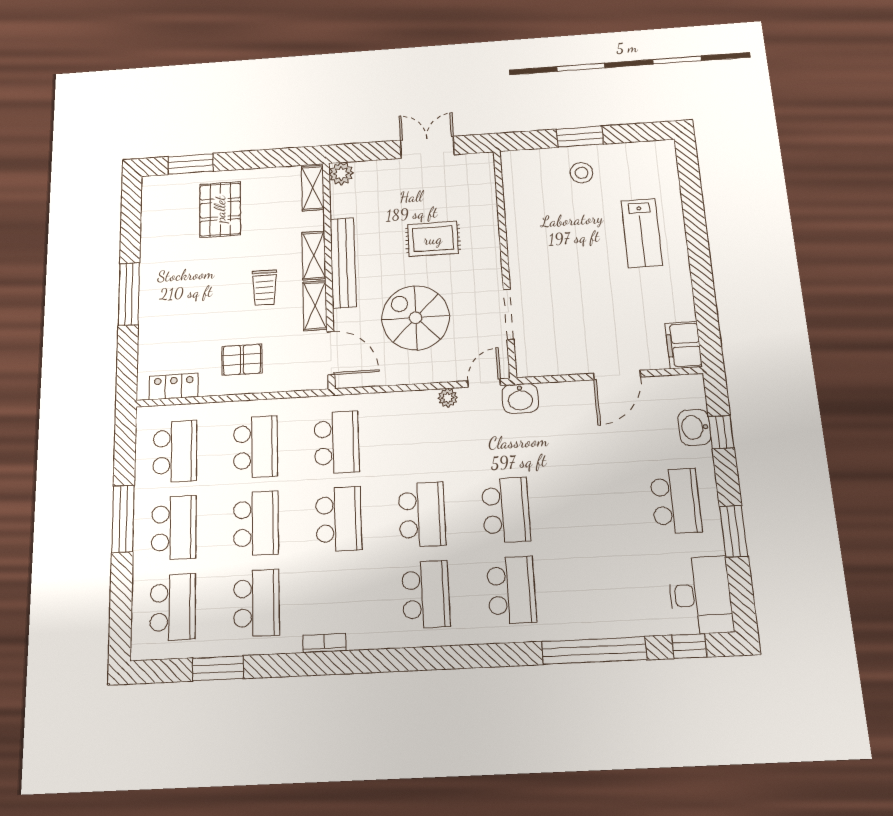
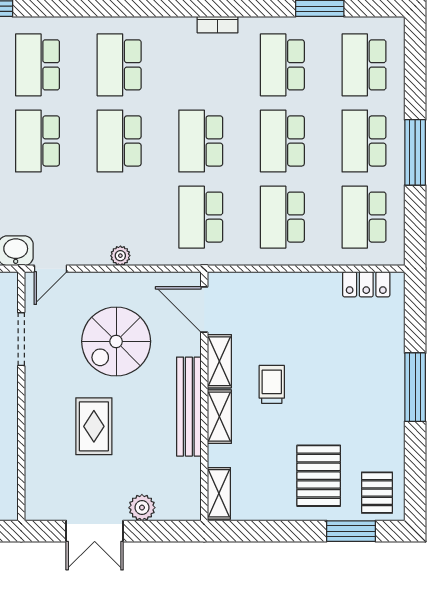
plant: (341, 174) -> (142, 508), moved
rug: (433, 239) -> (94, 426), turned 90
spiral stairs: (416, 318) -> (116, 341), turned 90
pallet: (242, 360) -> (377, 493), moved, turned 90
plant: (448, 398) -> (120, 256), moved

